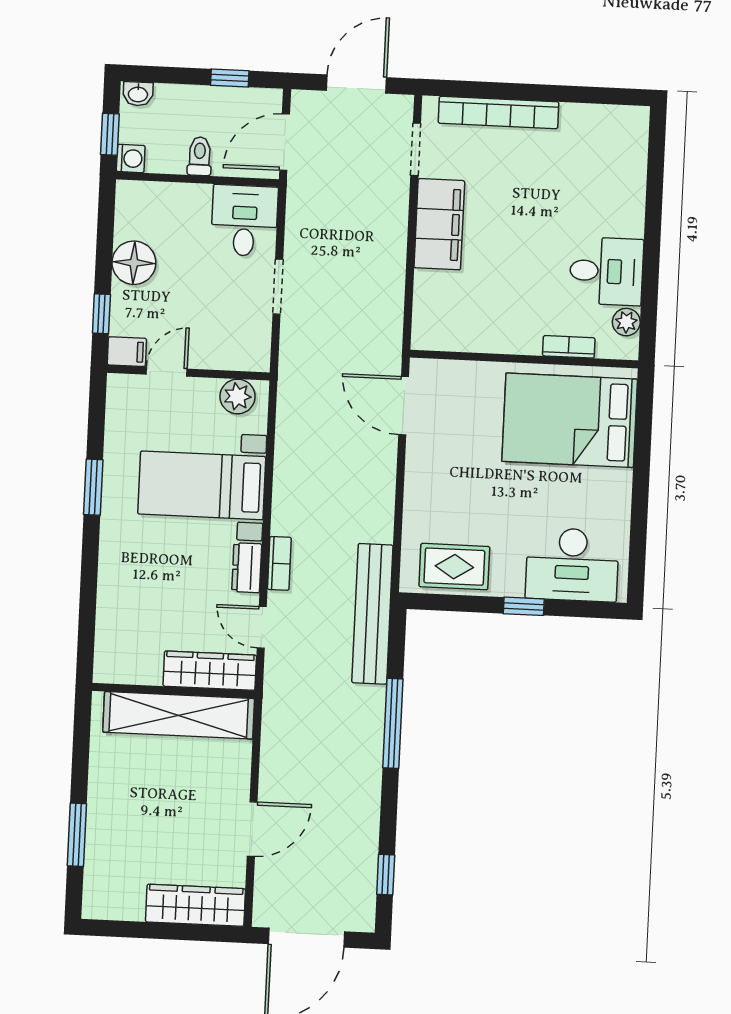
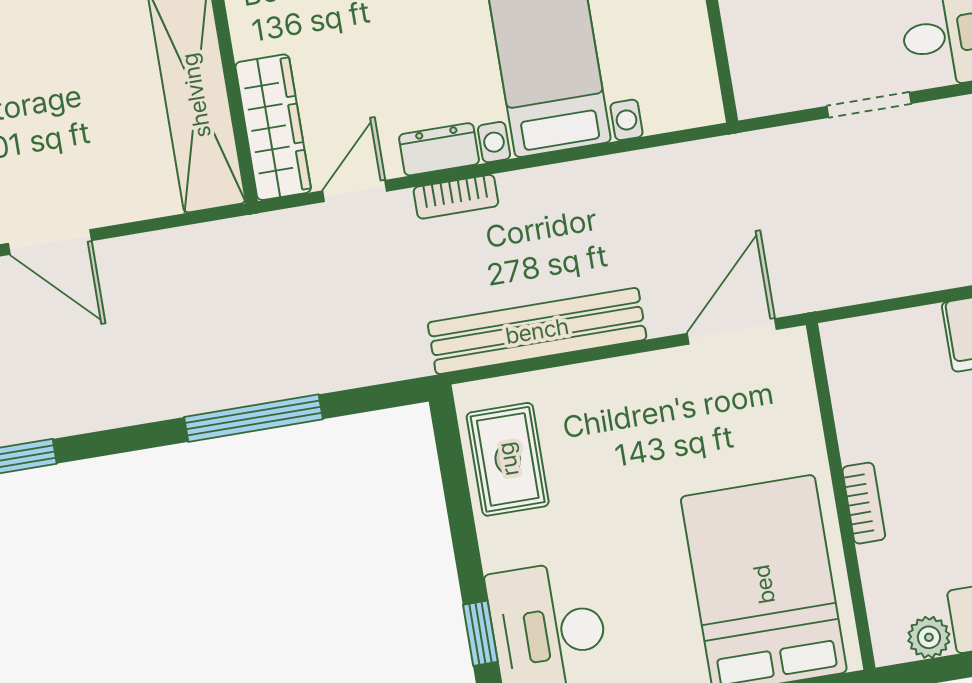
bookcase: (569, 347) -> (864, 503), moved
plant: (238, 396) -> (692, 80), removed
window: (524, 606) -> (480, 633), moved
bench: (372, 614) -> (537, 331), moved

